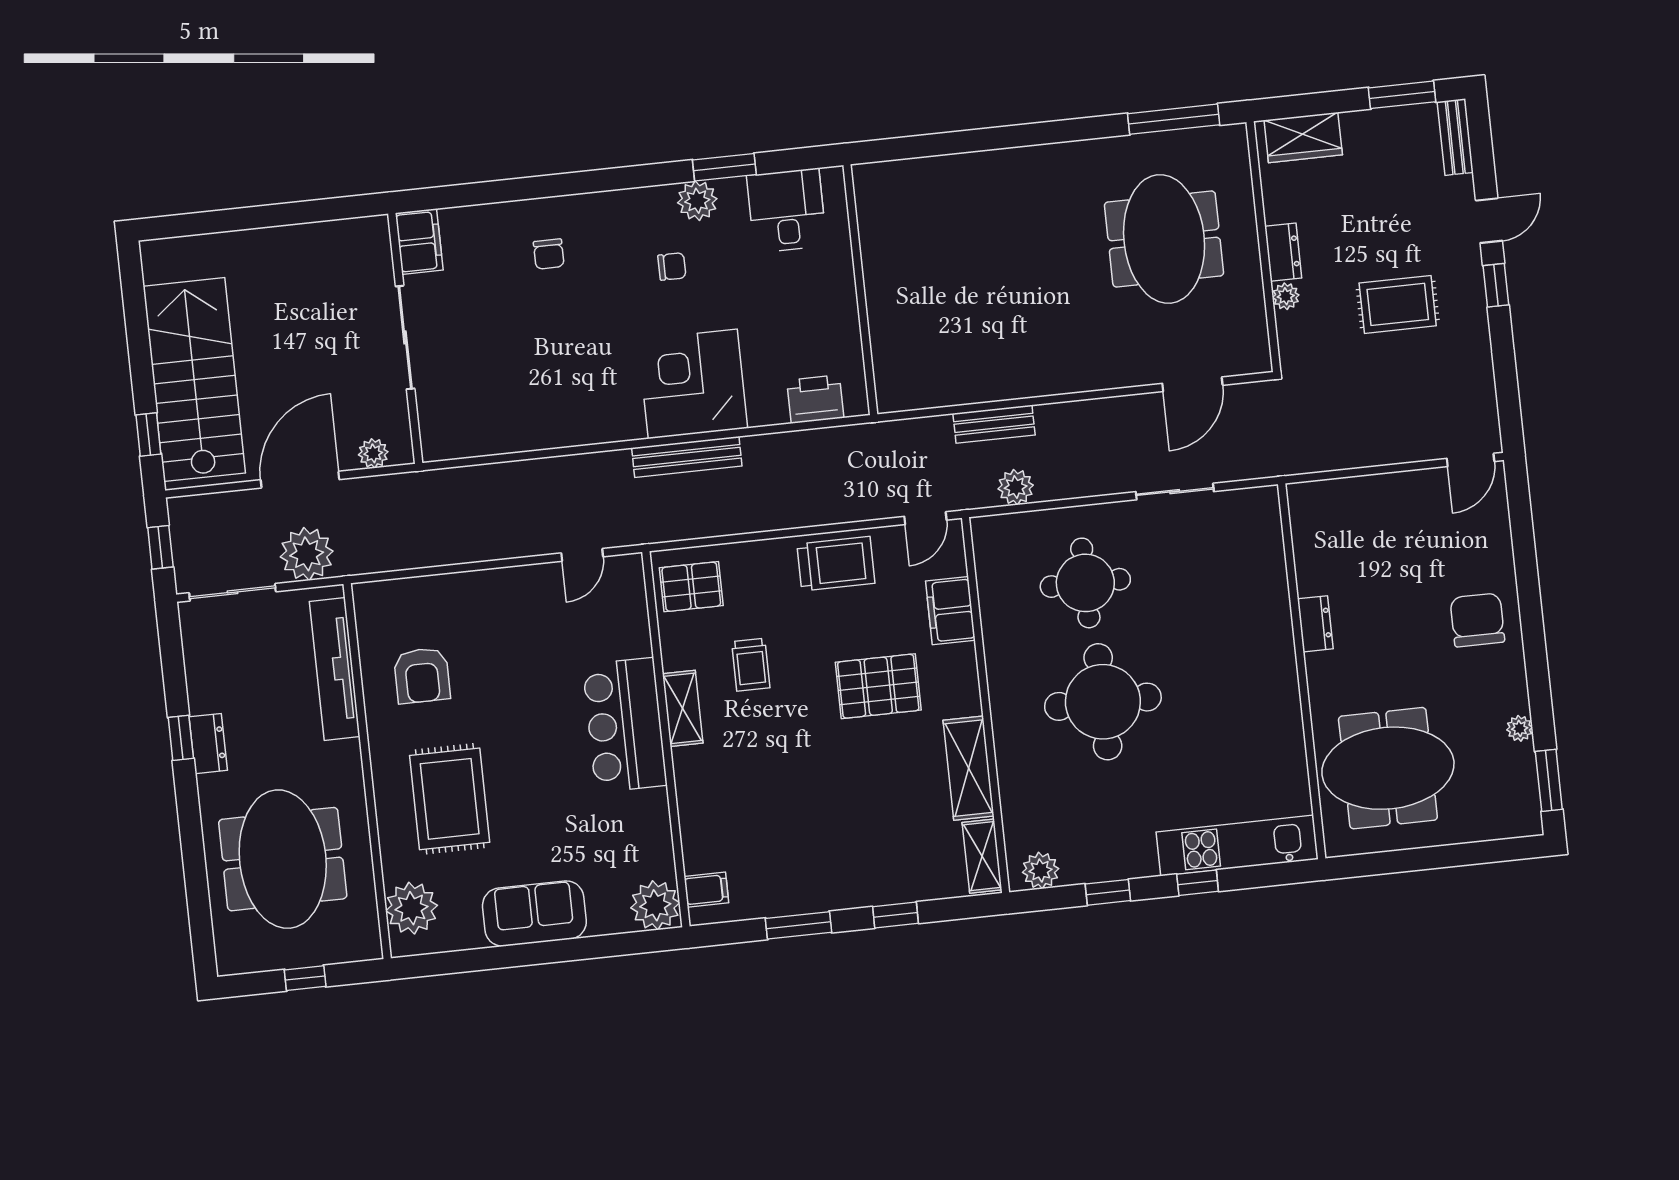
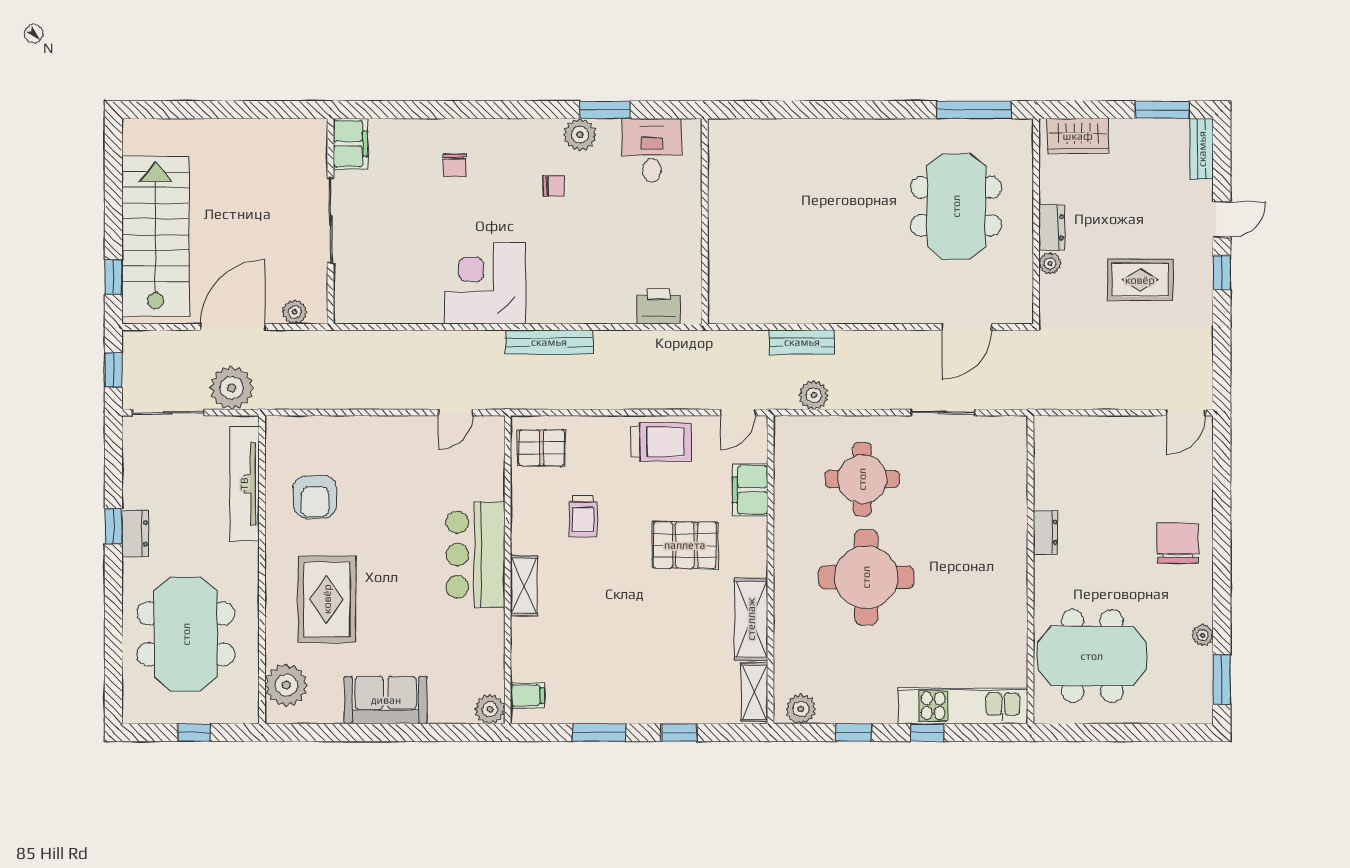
corner desk: (693, 384) -> (485, 283), moved
shelving: (683, 708) -> (524, 586), moved
plant: (655, 905) -> (490, 709), width x0.73, depth x0.73

